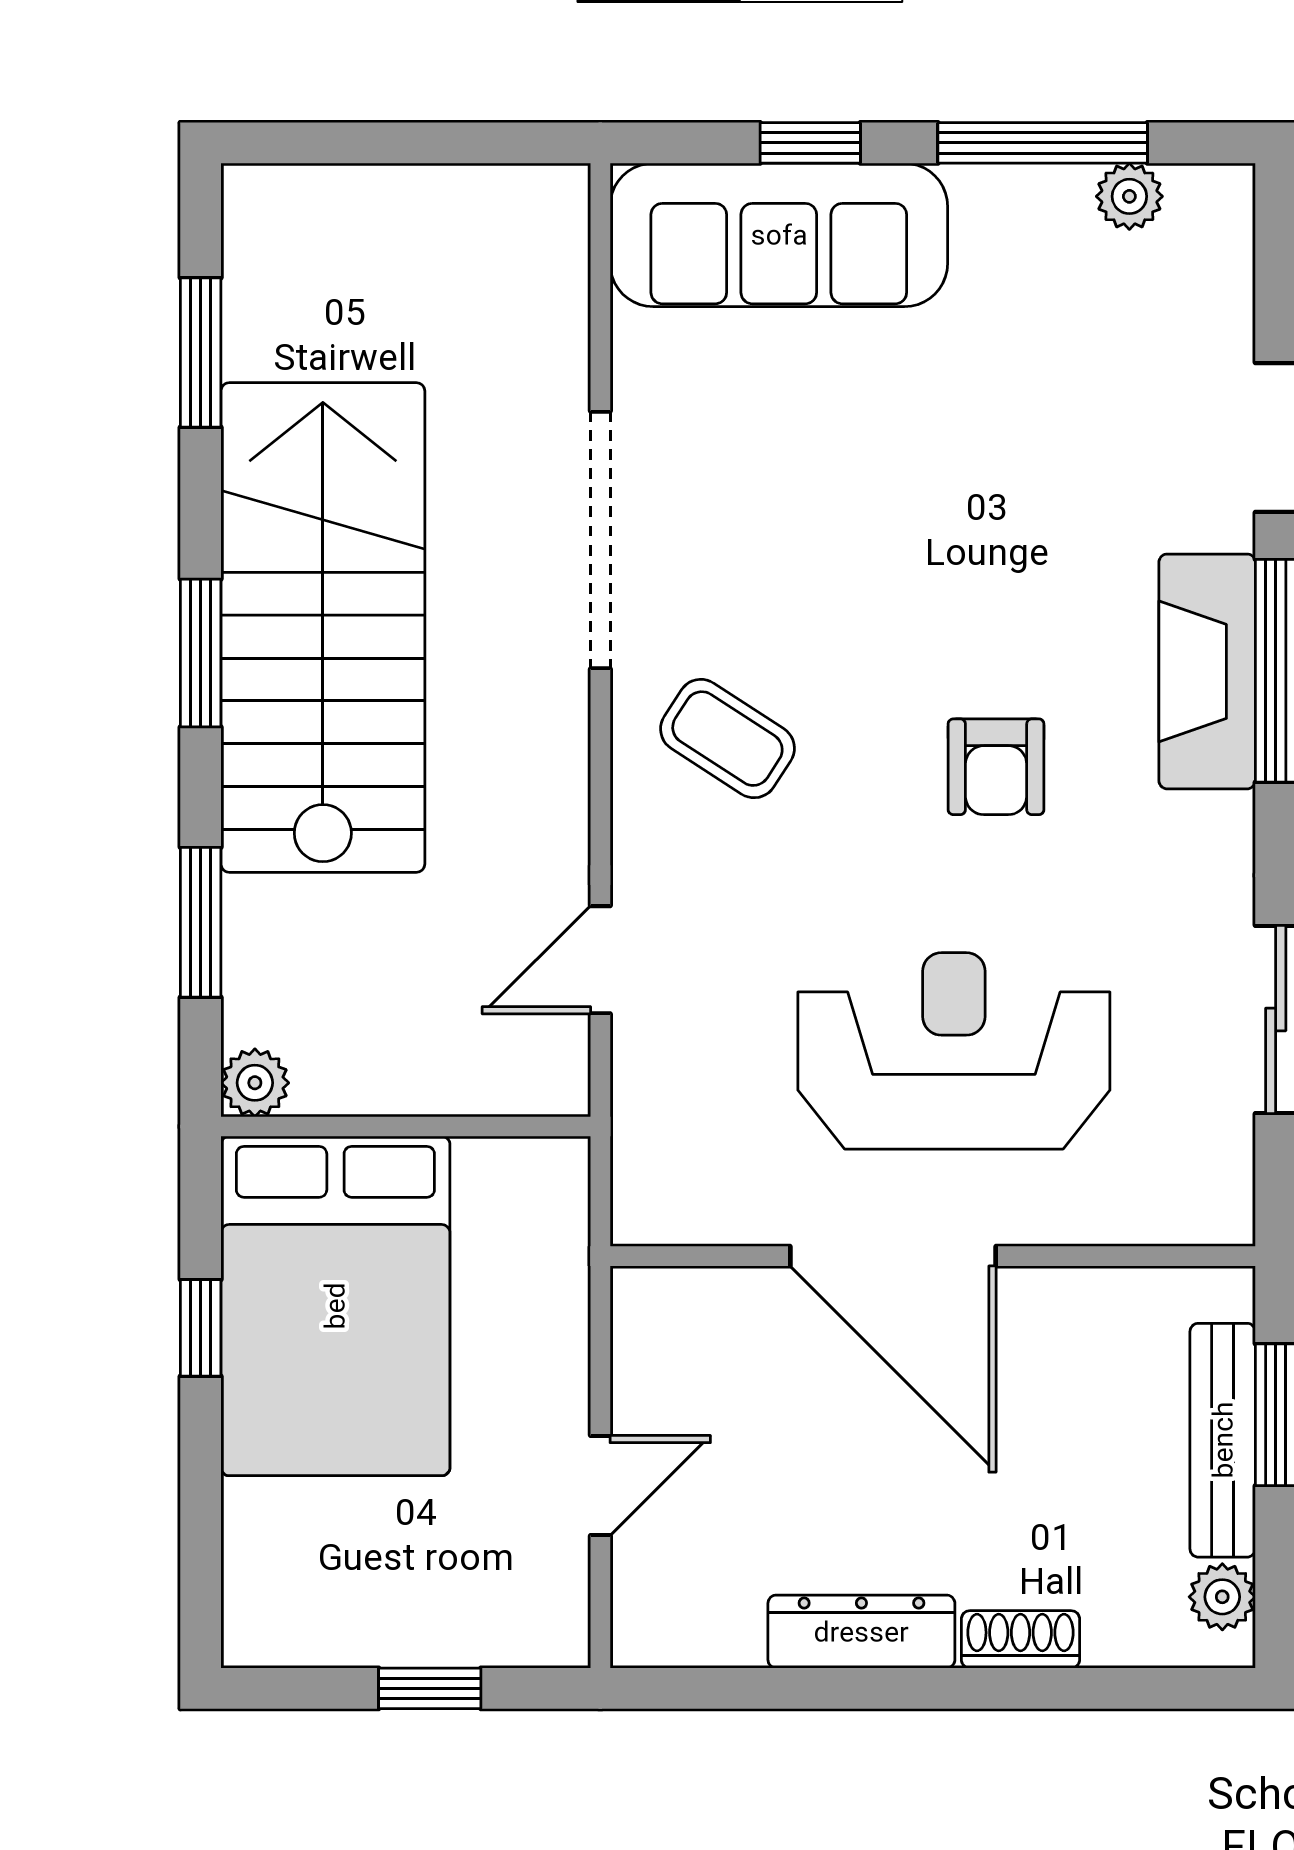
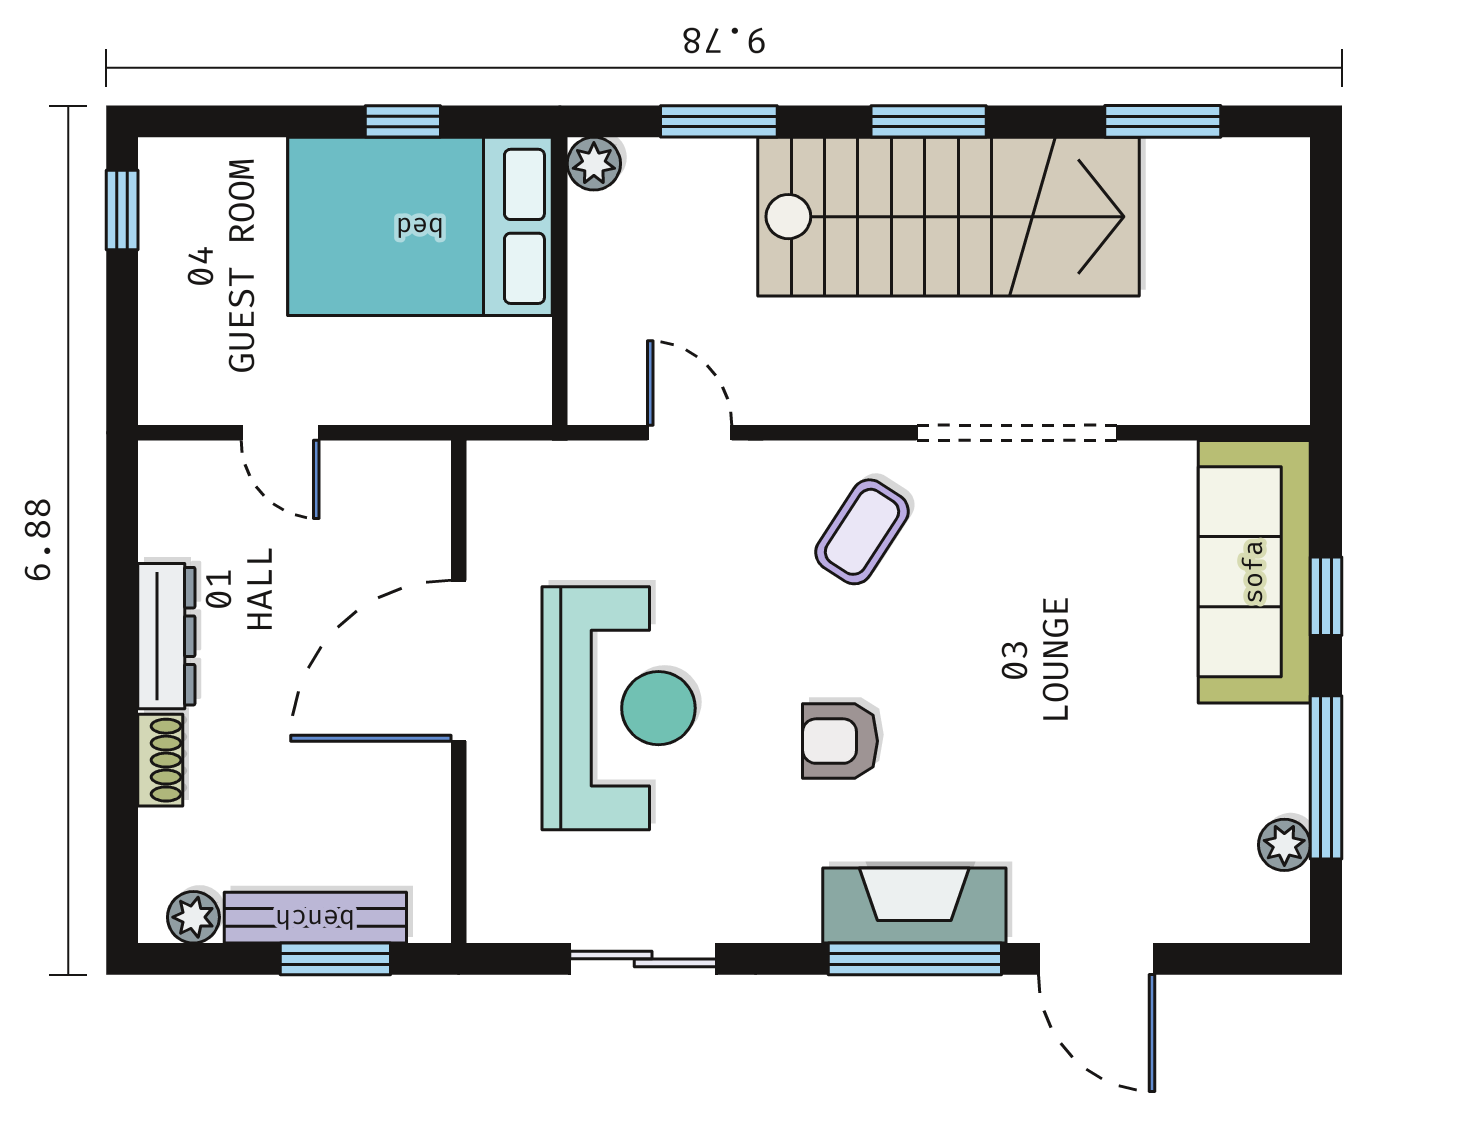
window: (430, 1688) -> (122, 210), moved

